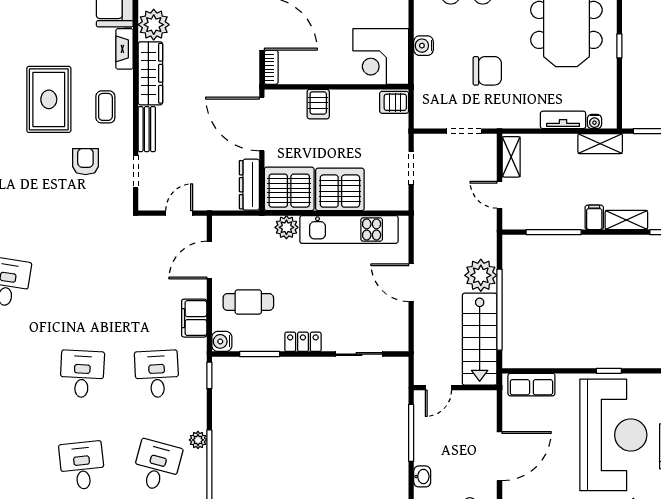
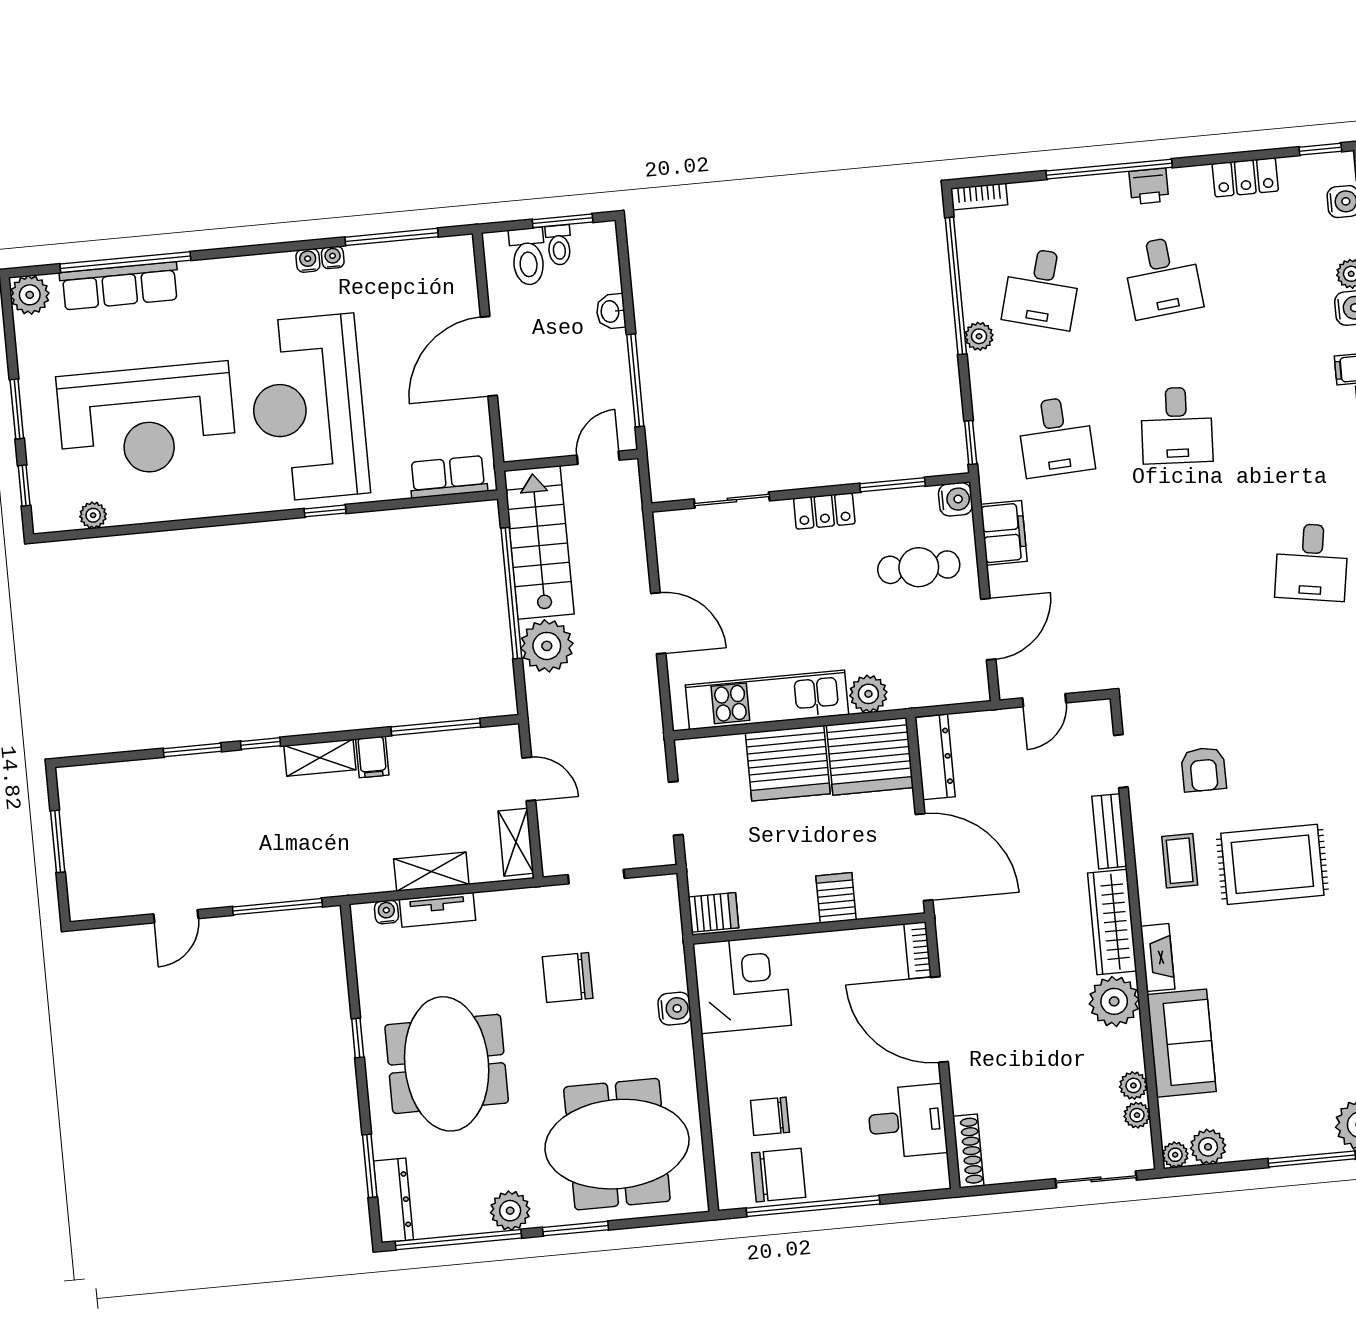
rug: (49, 99) -> (1272, 864), turned 90
shelving: (600, 144) -> (431, 872), moved

